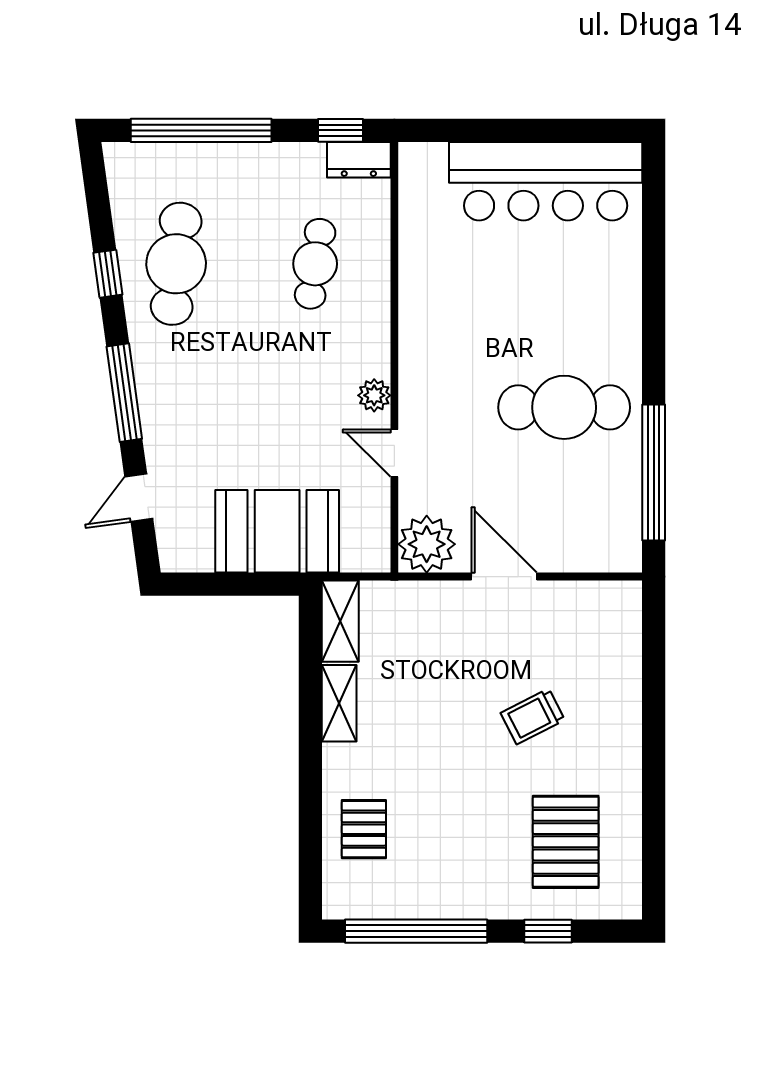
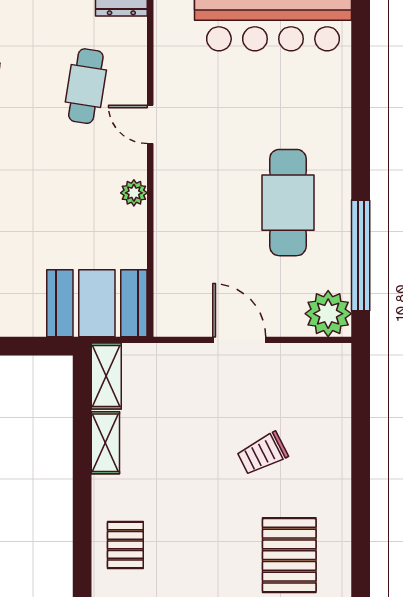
cafe table: (564, 407) -> (288, 203), turned 90
door: (394, 453) -> (150, 124), moved
booth: (277, 531) -> (97, 303), moved
plant: (427, 544) -> (328, 314), moved

